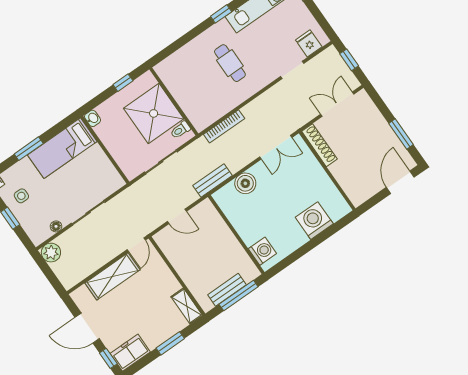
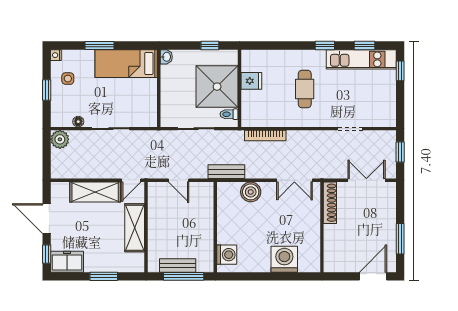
fridge: (309, 43) -> (251, 81), moved, turned 90
shelving: (187, 306) -> (135, 228), moved, width x1.50, depth x1.33

